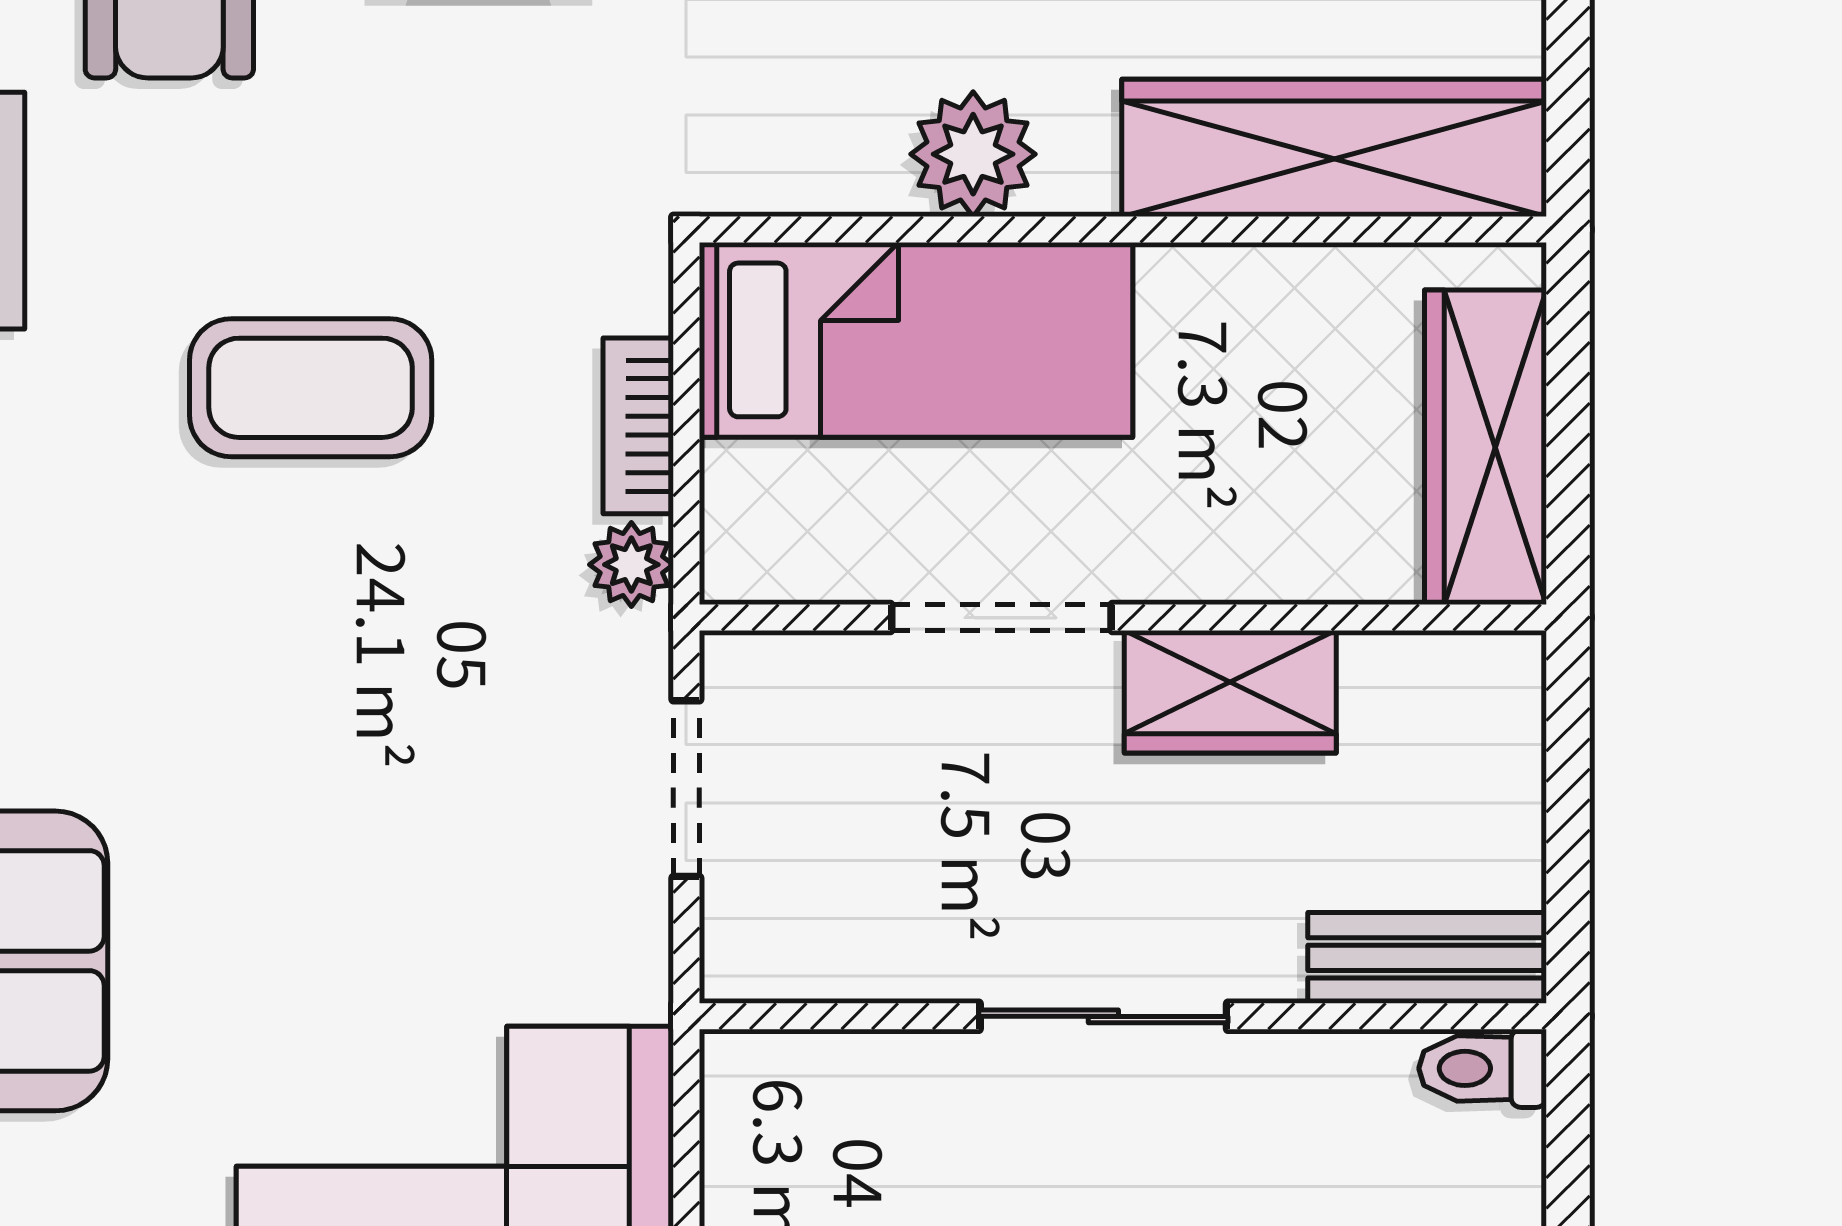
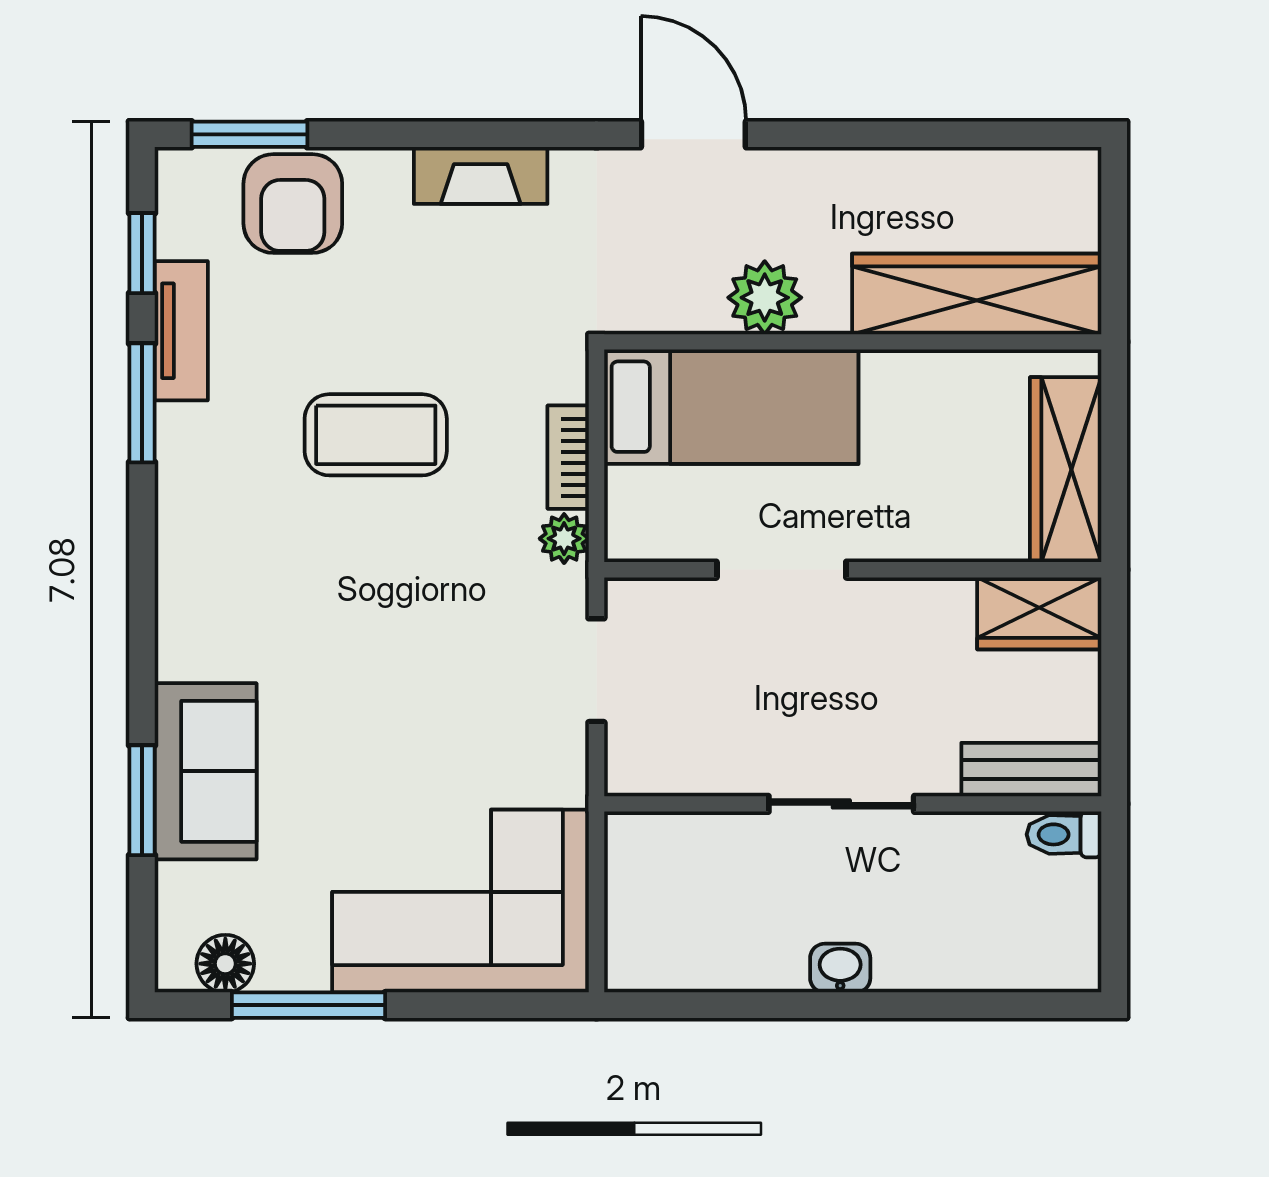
wardrobe: (1230, 692) -> (1039, 613), moved

